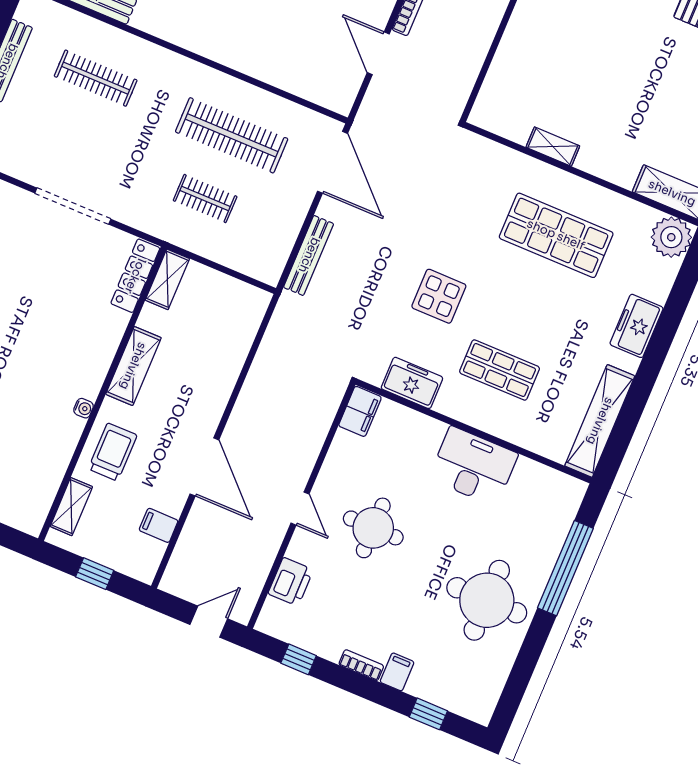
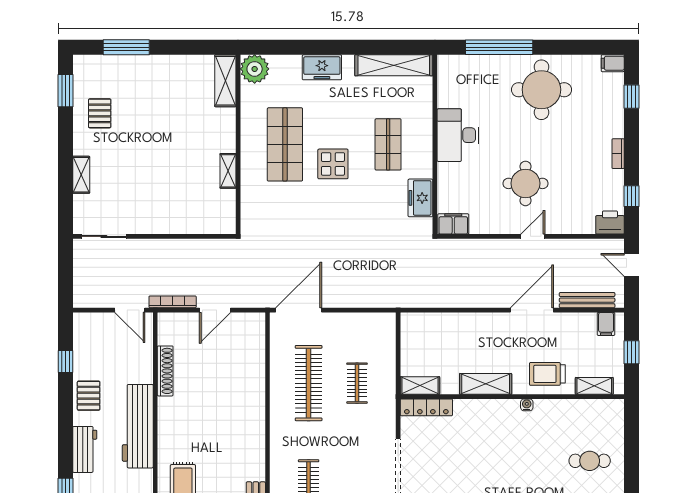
bench: (309, 255) -> (587, 300), moved
display table: (439, 296) -> (333, 164), moved
filing cabinet: (159, 525) -> (606, 324), moved
printer: (291, 582) -> (610, 223), moved
filing cabinet: (397, 672) -> (613, 63), moved

